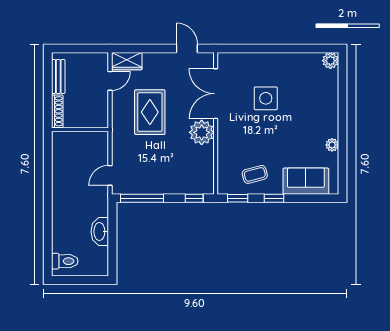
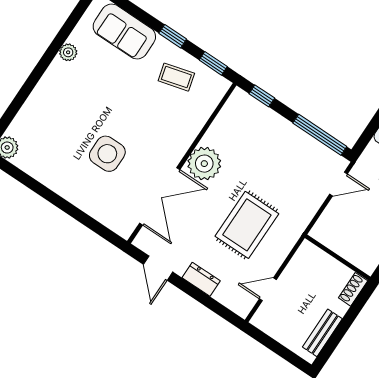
dresser: (156, 59) -> (201, 279), added
wardrobe: (127, 61) -> (235, 299), removed
shoe rack: (57, 111) -> (353, 289), width x0.70

